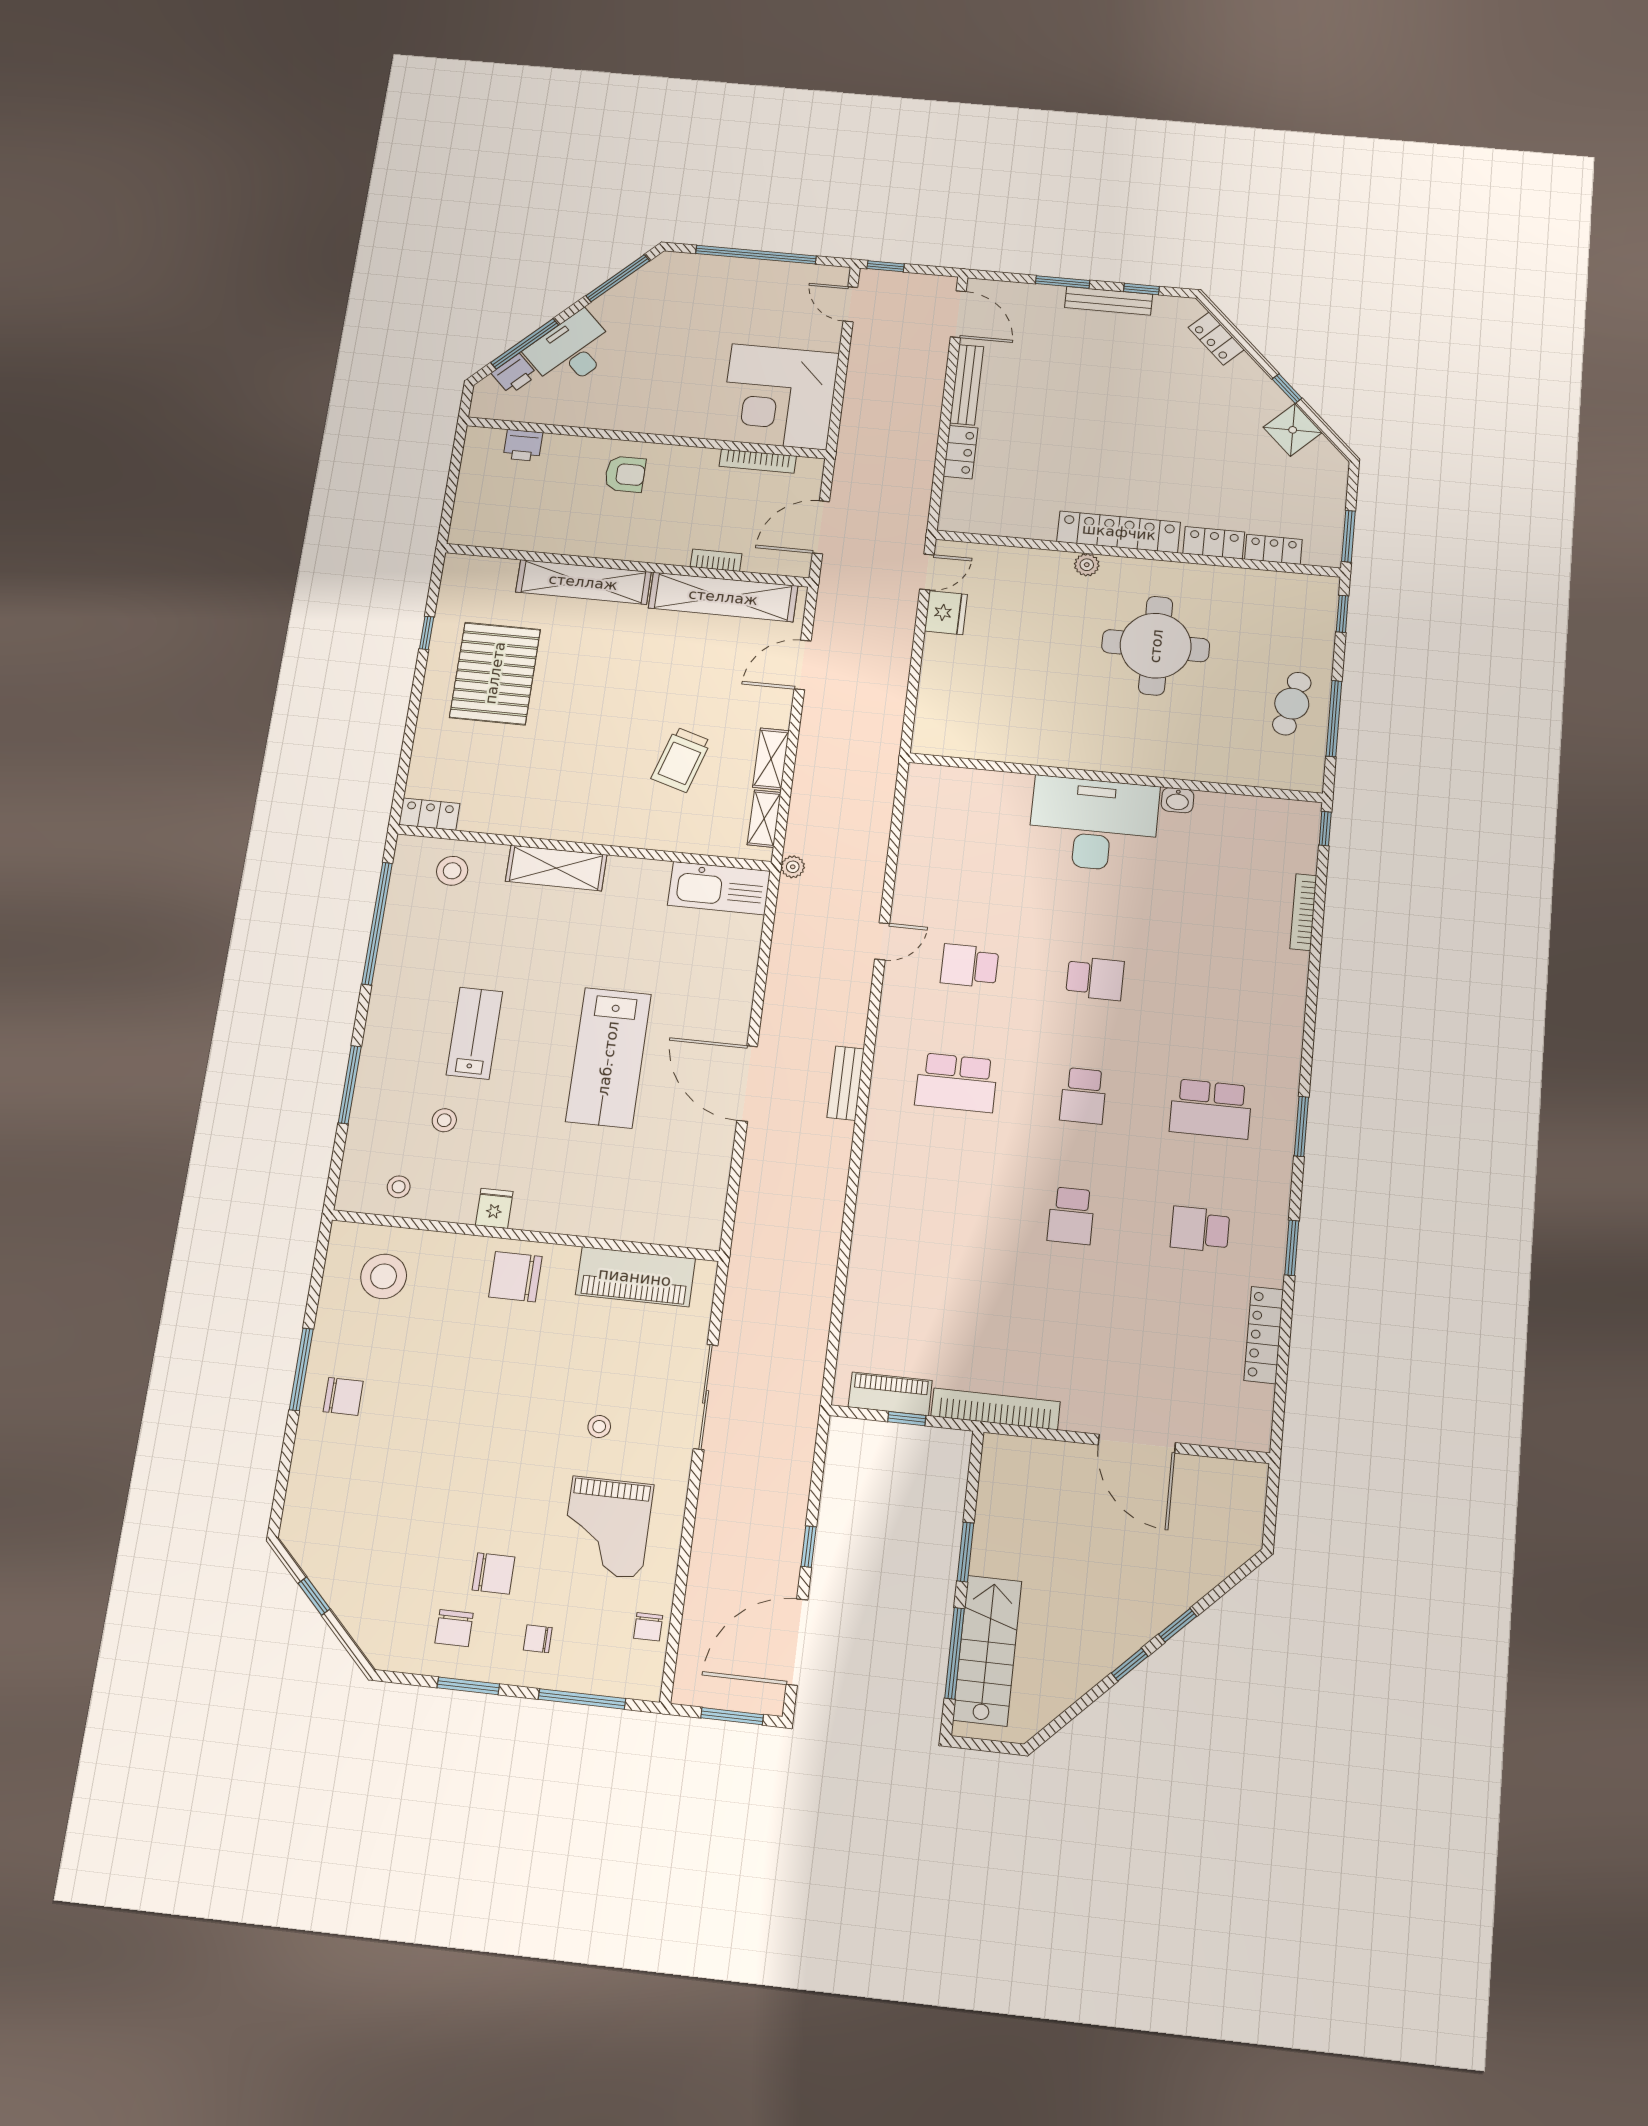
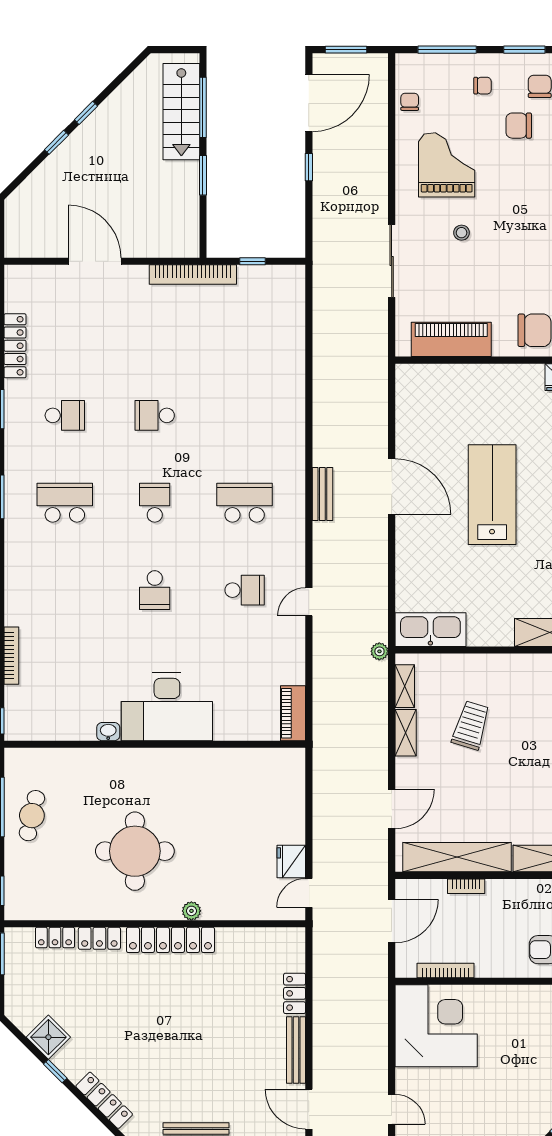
locker: (1216, 339) -> (104, 1100), width x1.53
school desk: (1095, 978) -> (155, 590), turned -90
school desk: (1071, 1216) -> (155, 415), turned -90
piano: (890, 1394) -> (293, 713), moved, turned 90

